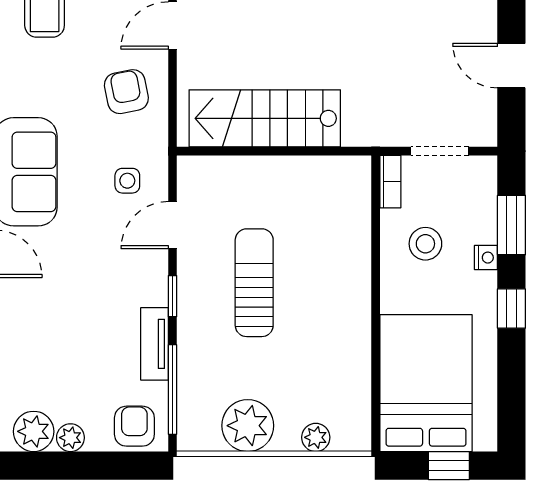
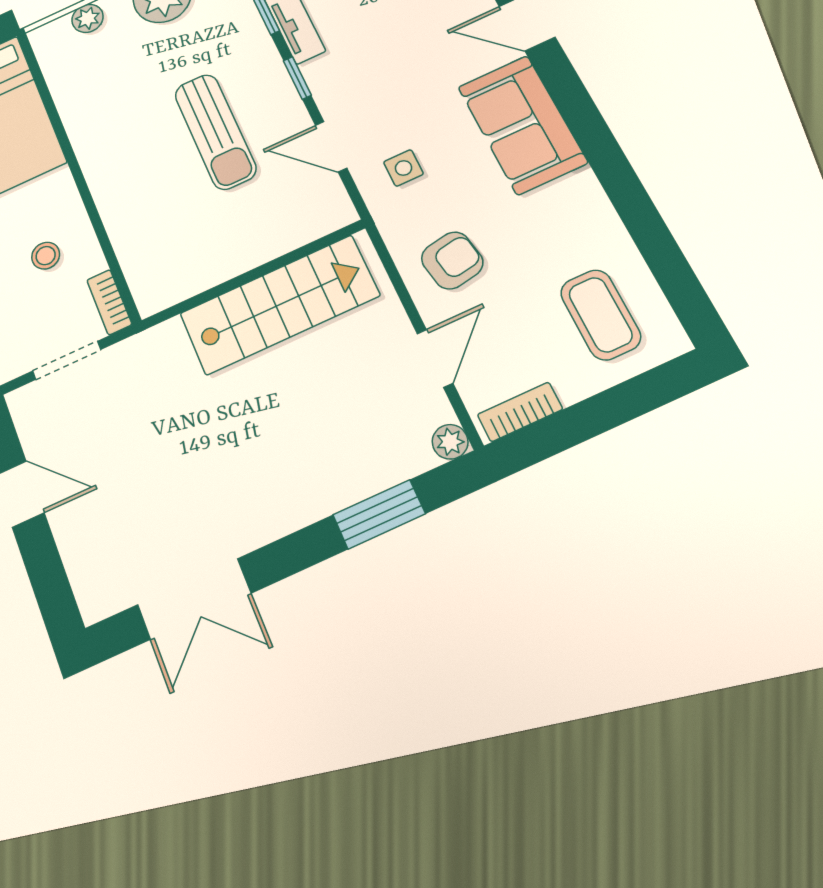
armchair: (126, 92) -> (452, 260), turned -89
door: (172, 225) -> (331, 147), swing flipped
stool: (425, 244) -> (46, 256), width x0.73, depth x0.73

